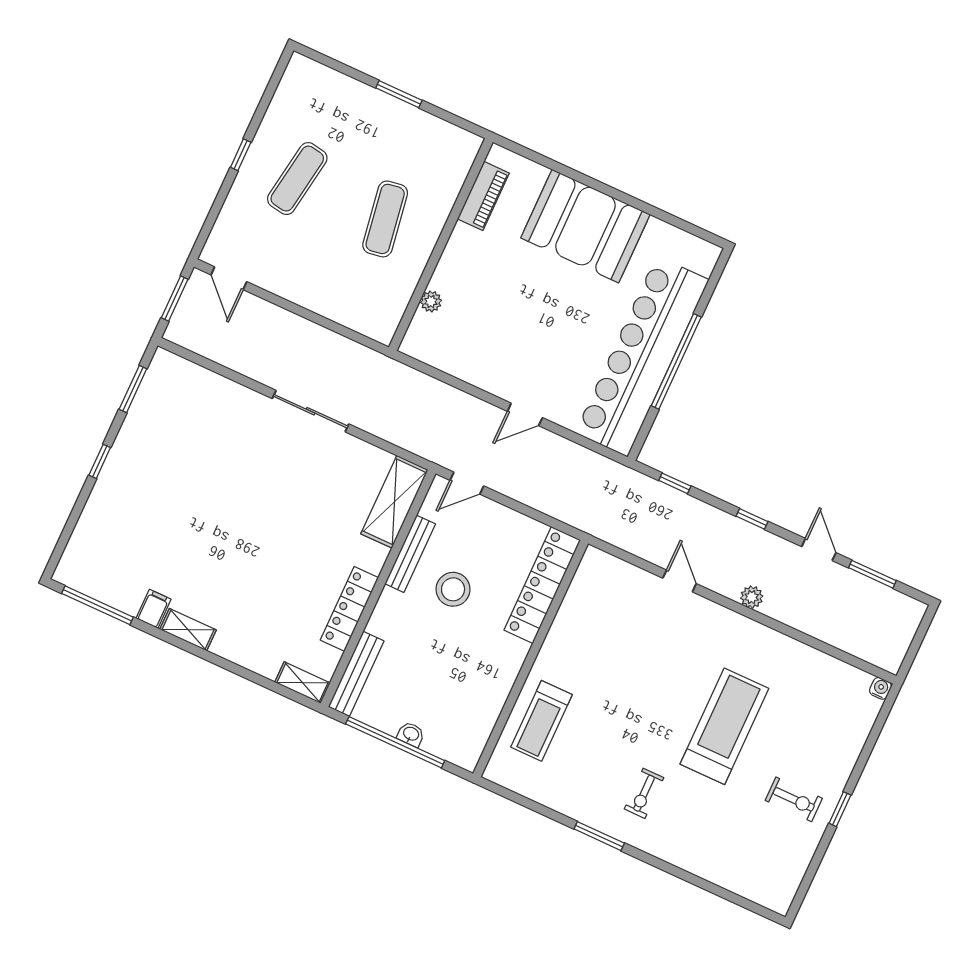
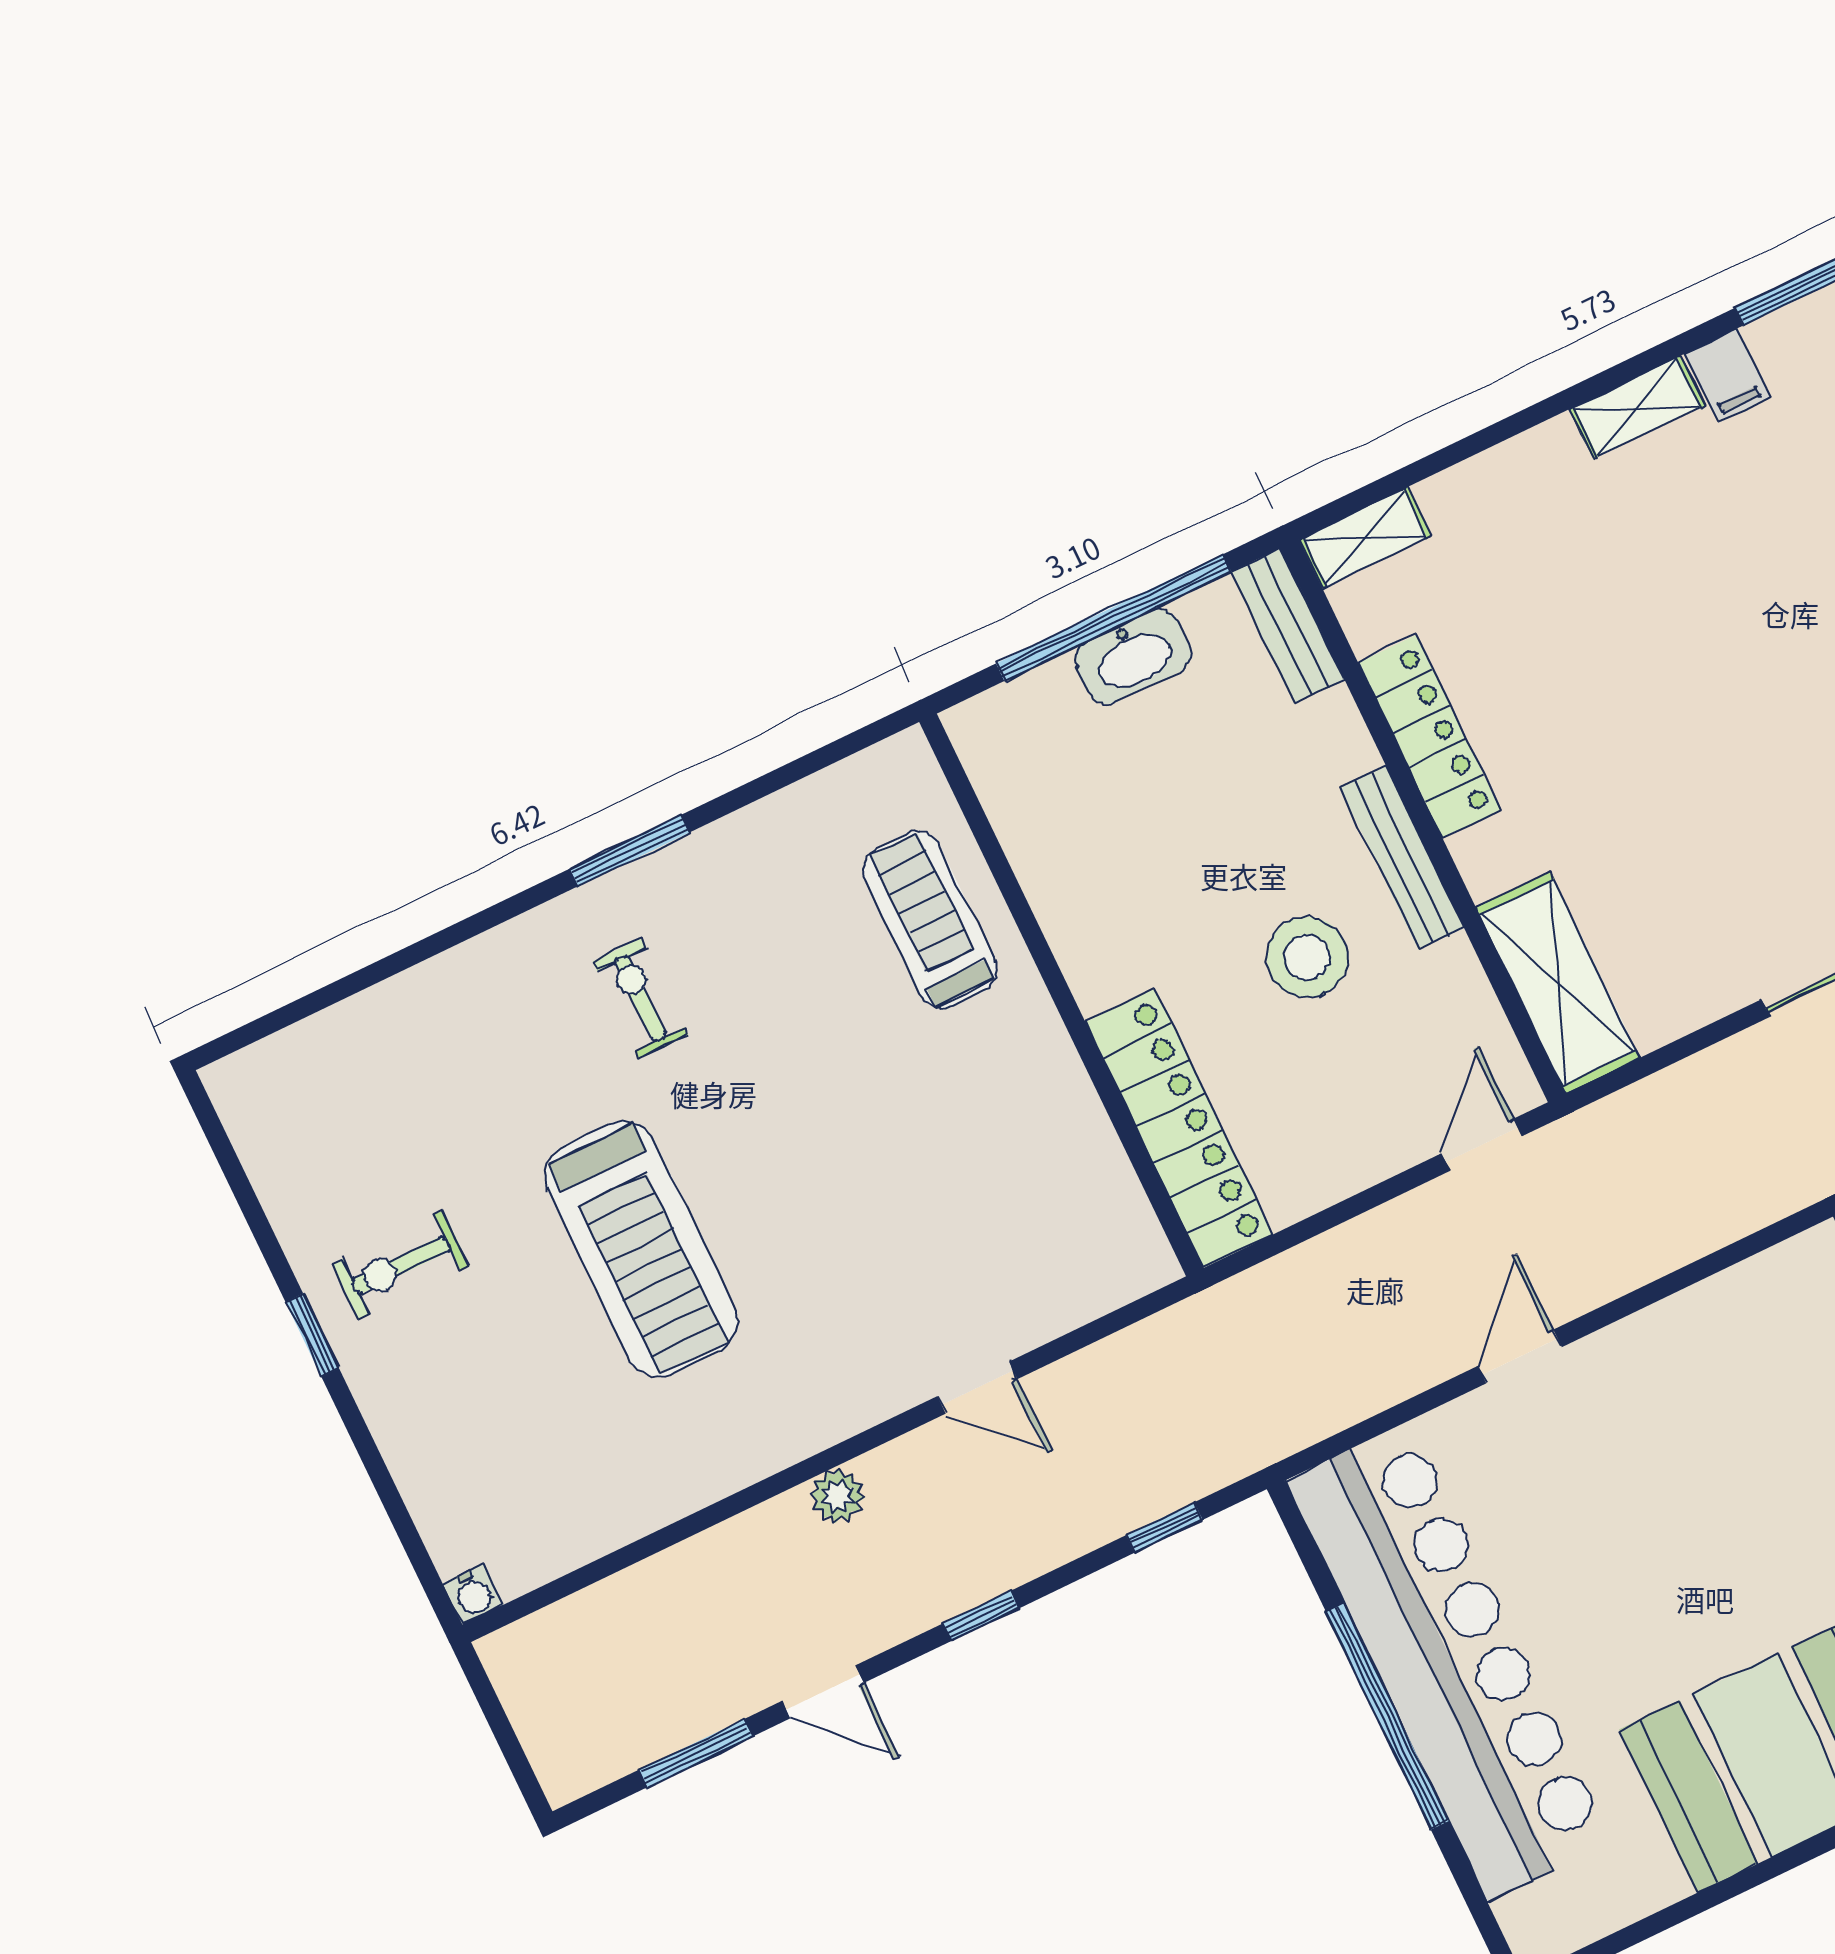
bench: (410, 554) -> (1402, 857), moved
bench: (356, 674) -> (1288, 626), width x0.73
washbasin: (411, 734) -> (1133, 657), width x1.91, depth x1.45

